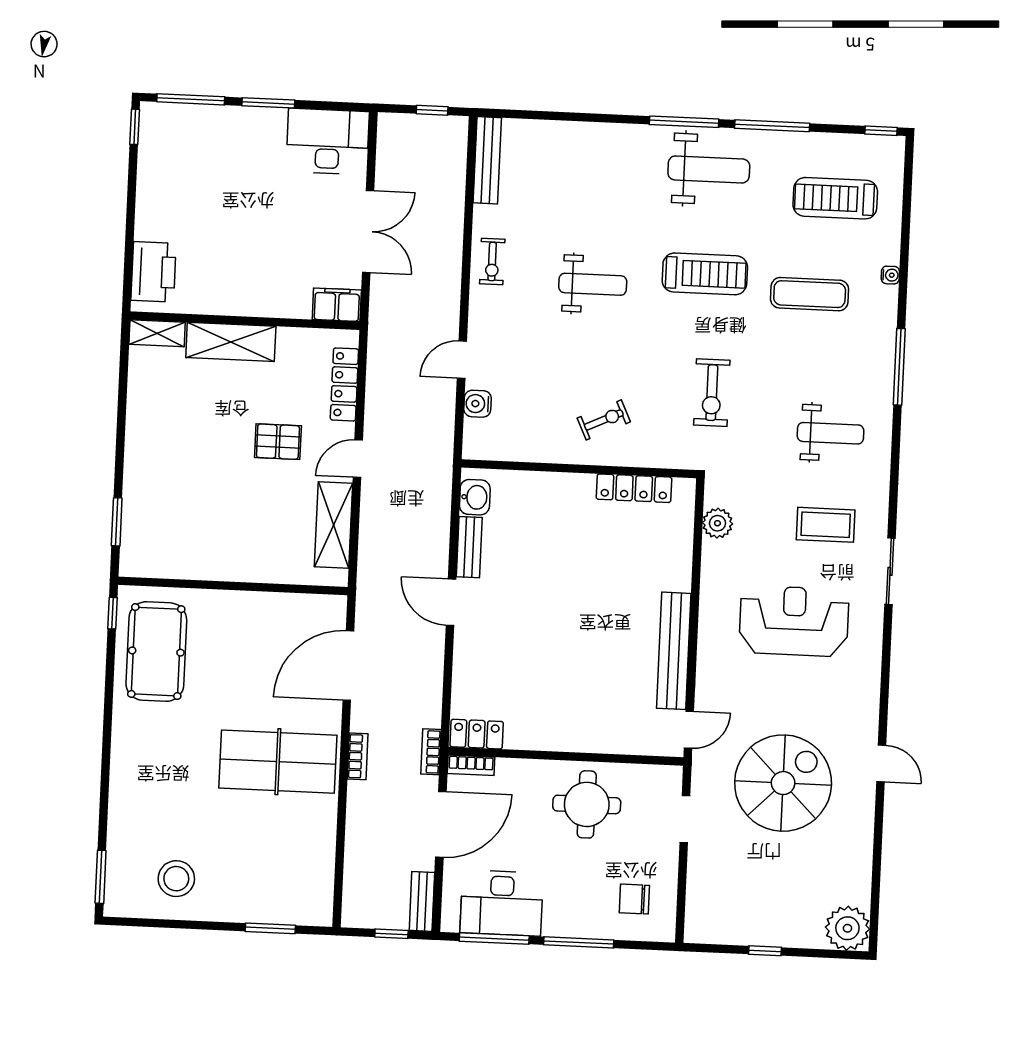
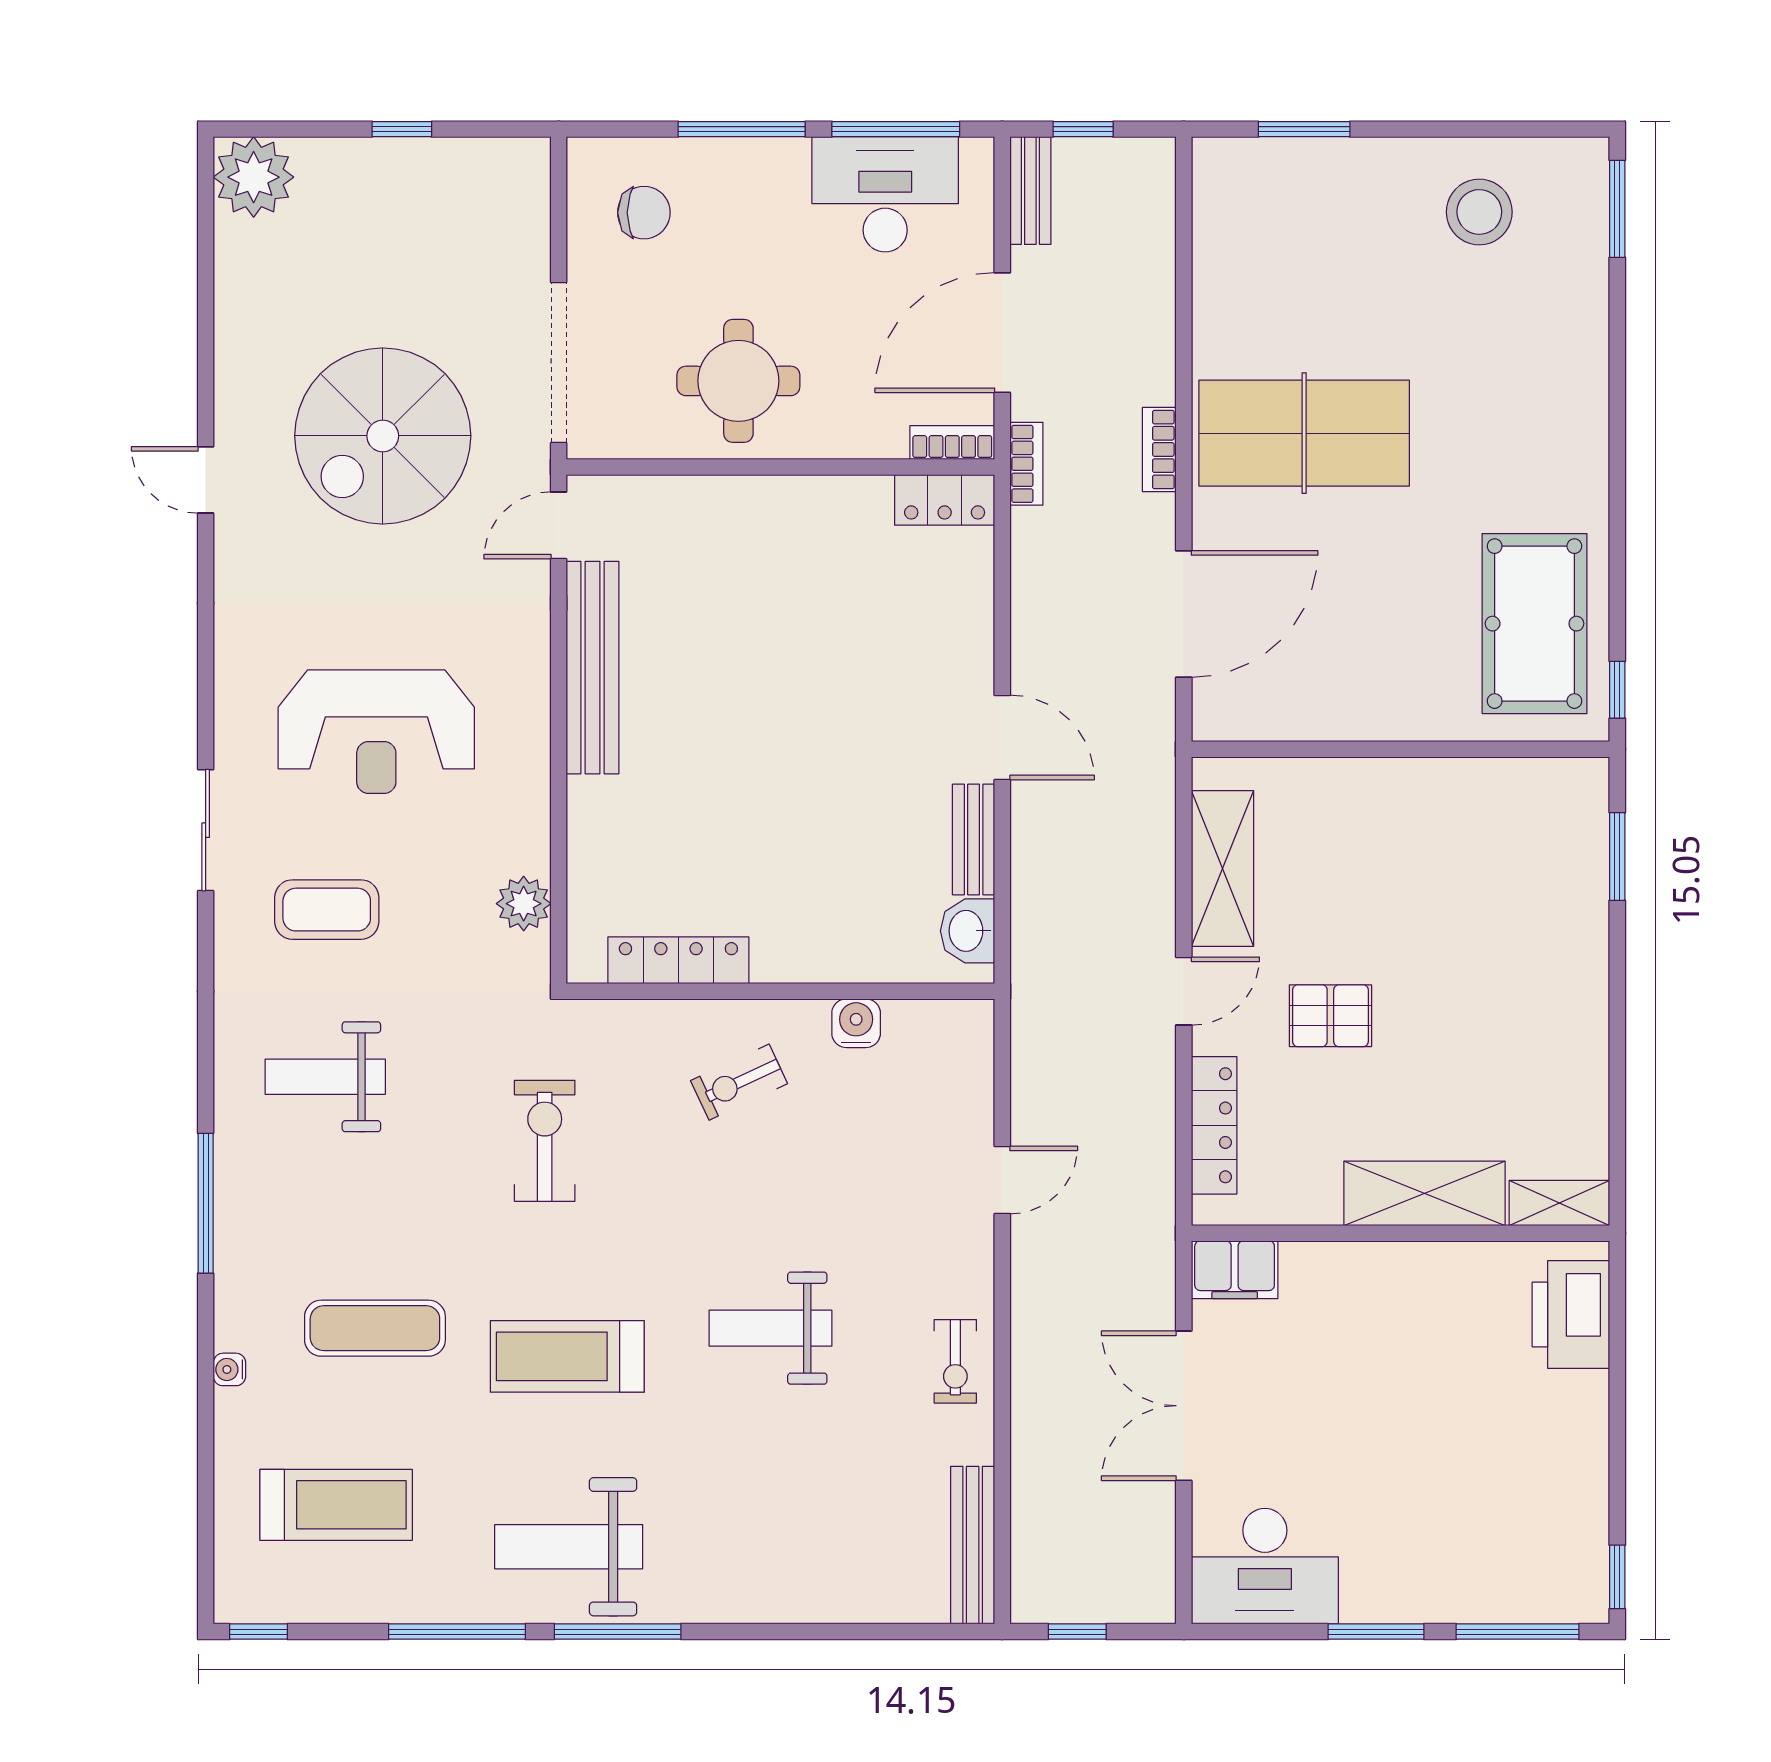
exercise bike: (492, 261) -> (955, 1361), turned 180
water cooler: (478, 404) -> (856, 1023), moved, turned -90
doorway: (685, 819) -> (559, 362), width x1.88

